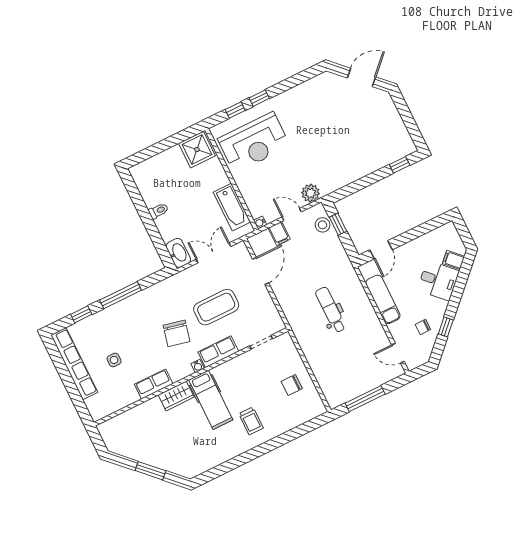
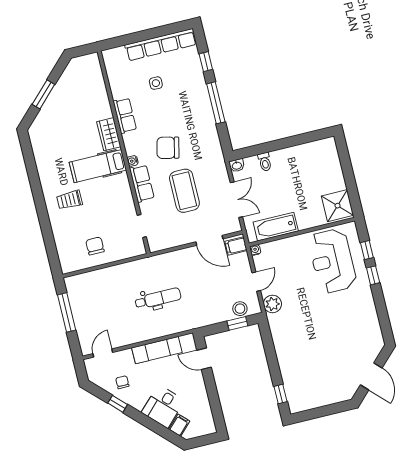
toilet: (158, 211) -> (265, 162), moved
filing cabinet: (279, 234) -> (236, 246), moved
washbasin: (178, 253) -> (237, 165), width x0.52, depth x0.69

